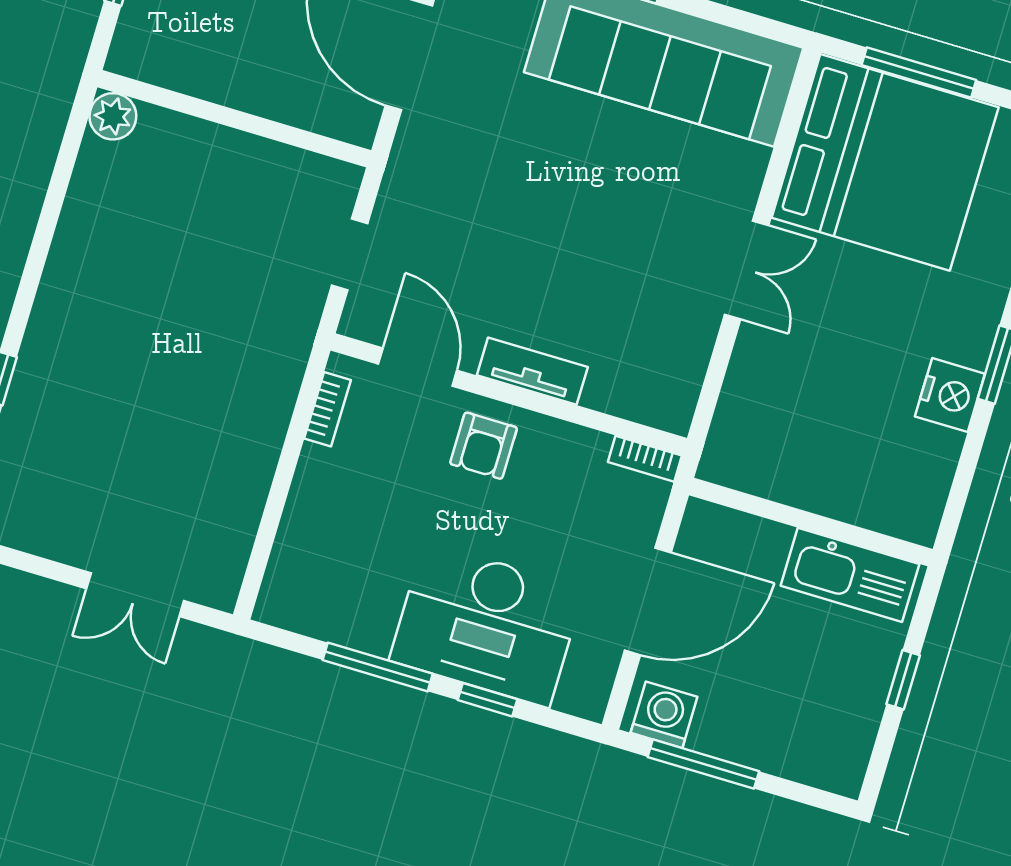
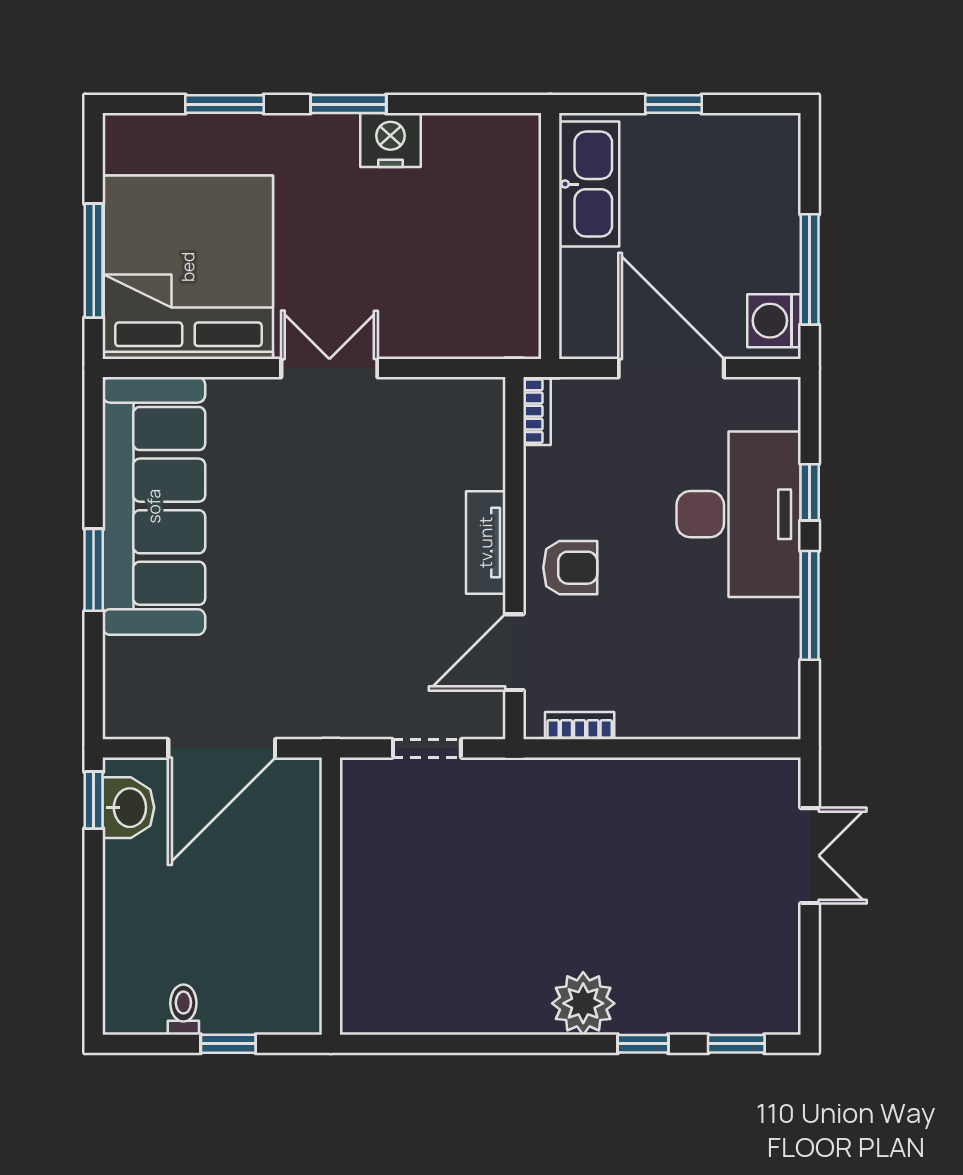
plant: (113, 116) -> (583, 1003), moved, width x1.36, depth x1.36

